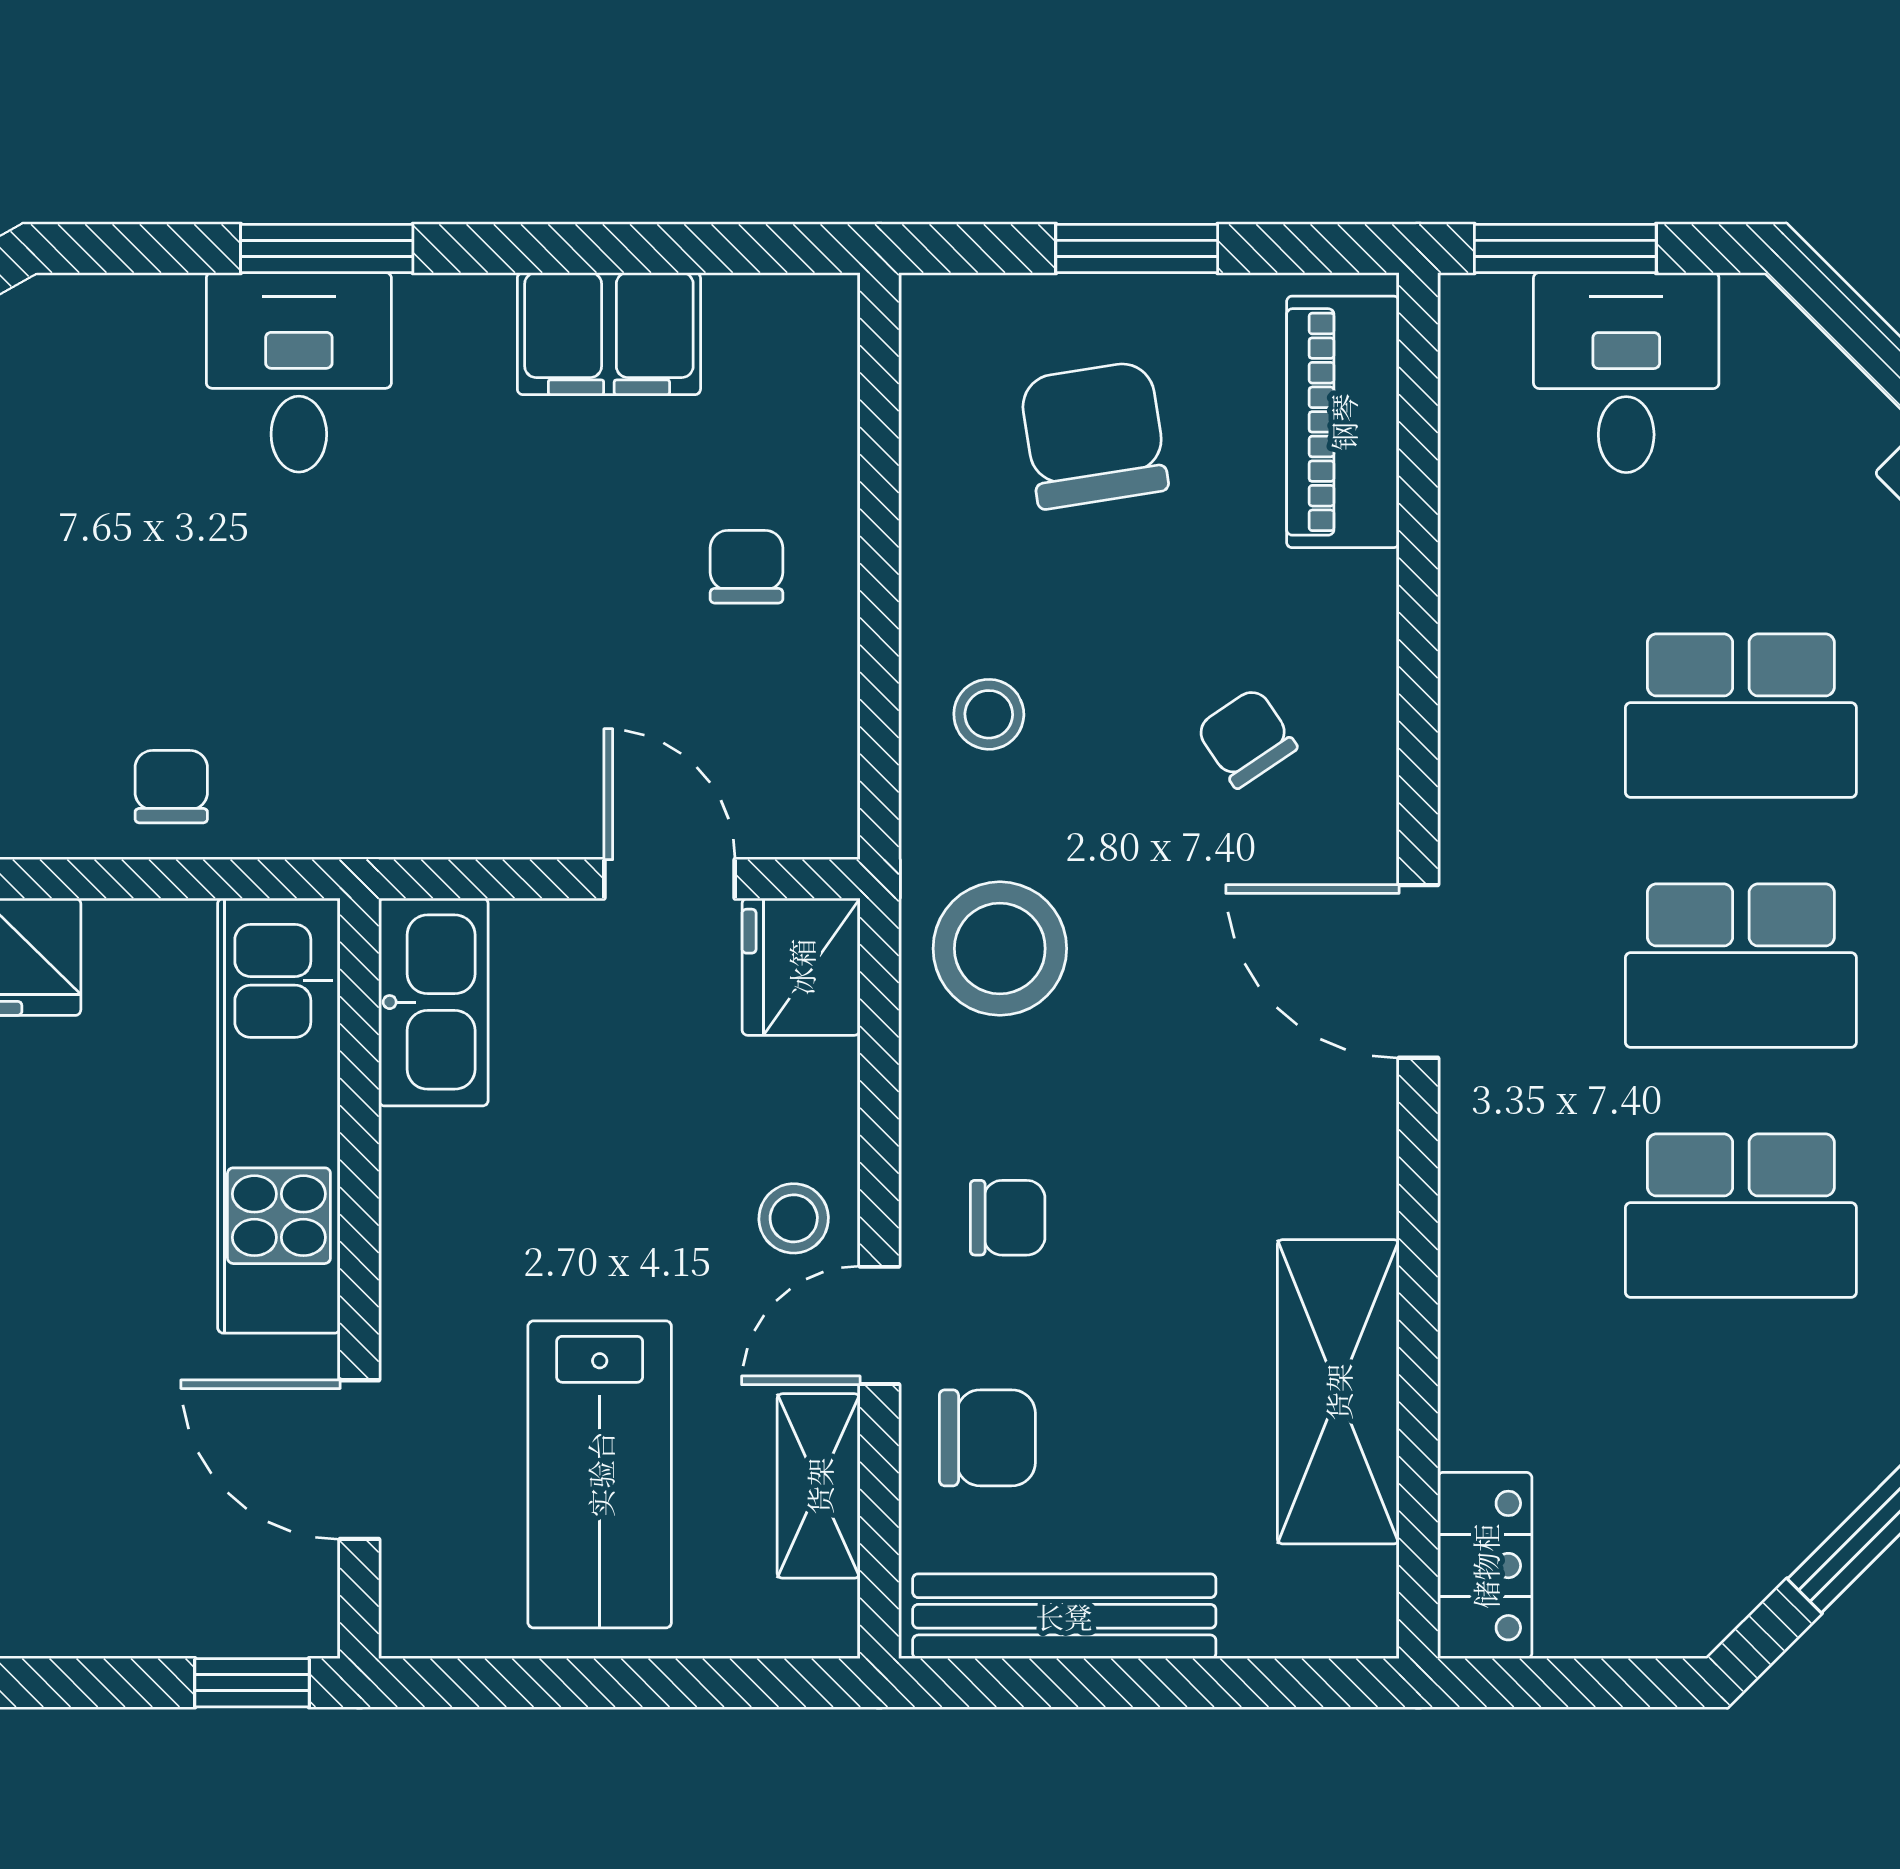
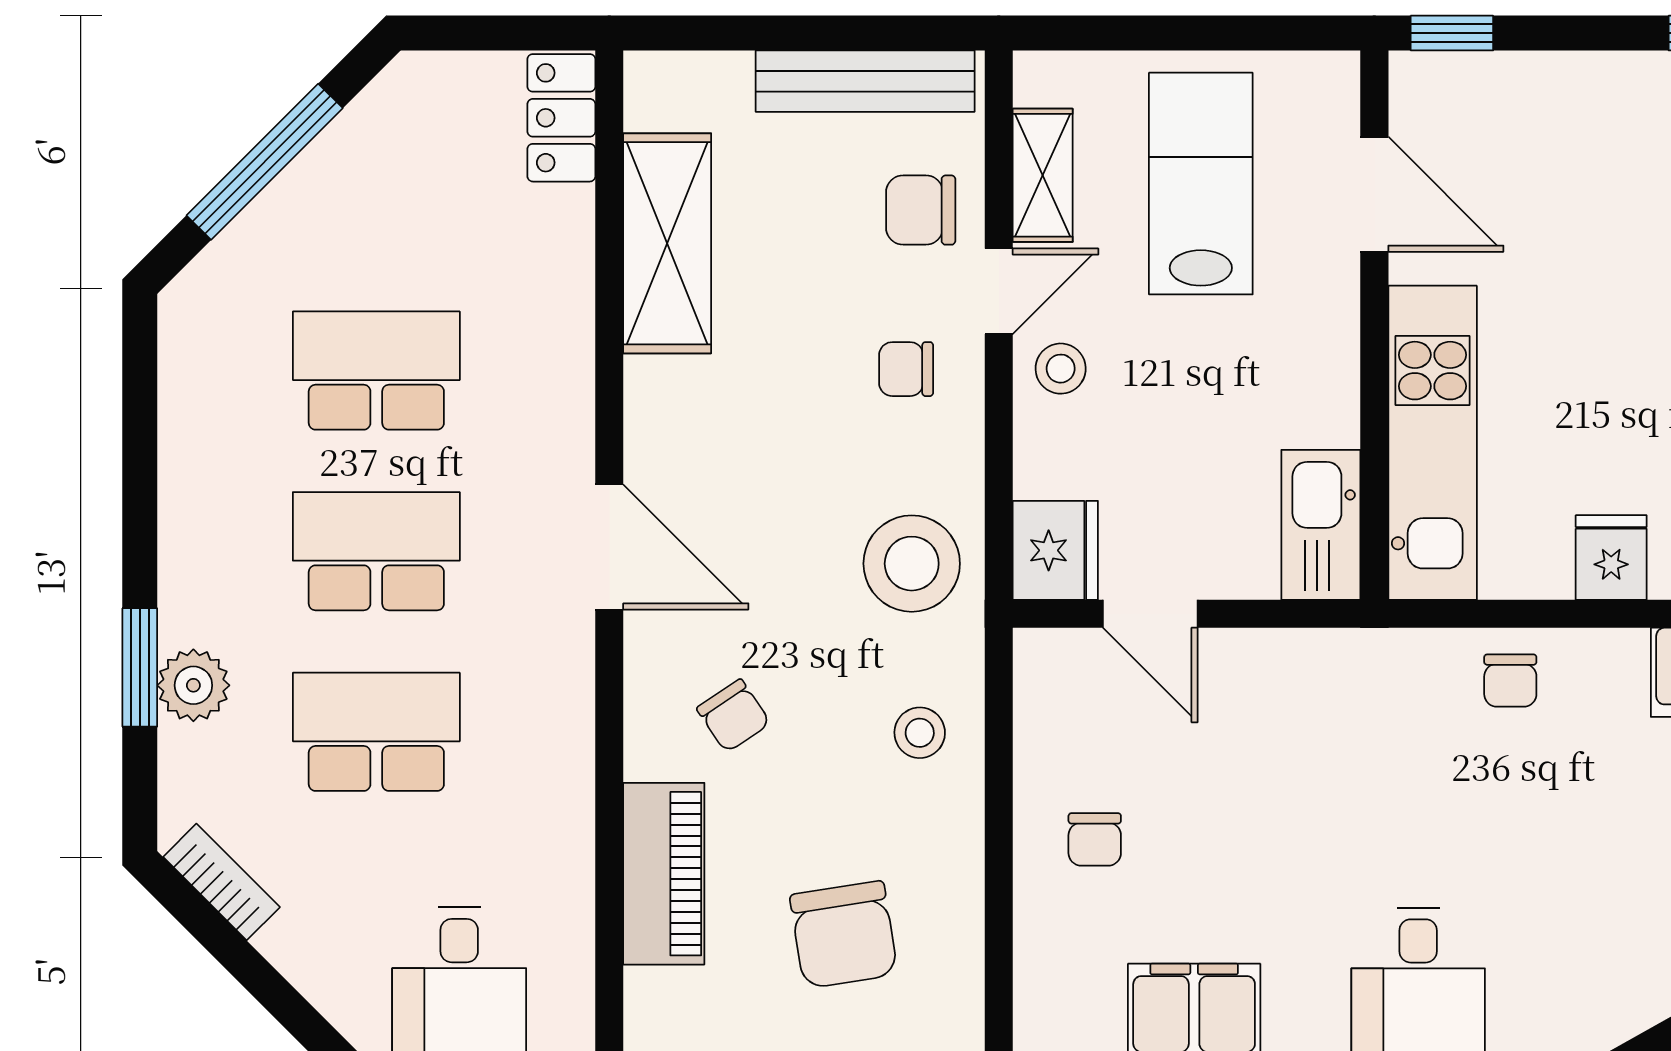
piano: (1343, 422) -> (664, 874), moved

